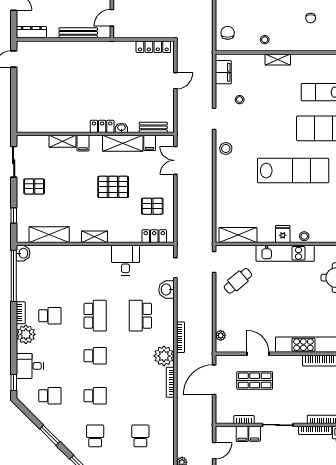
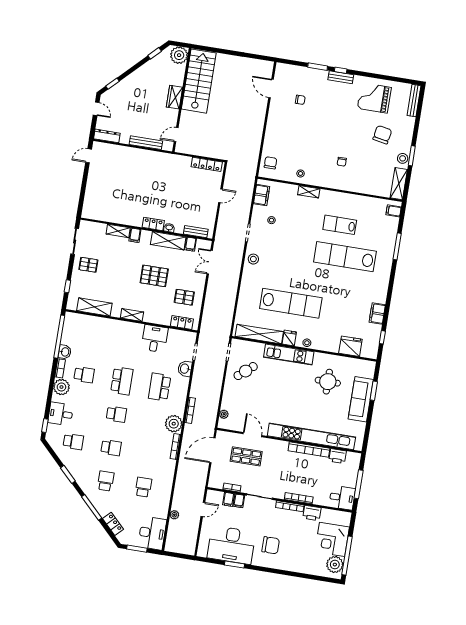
lab bench: (293, 171) -> (291, 303), moved
shelving: (238, 235) -> (259, 334), width x1.47
washbasin: (23, 253) -> (65, 352), moved

